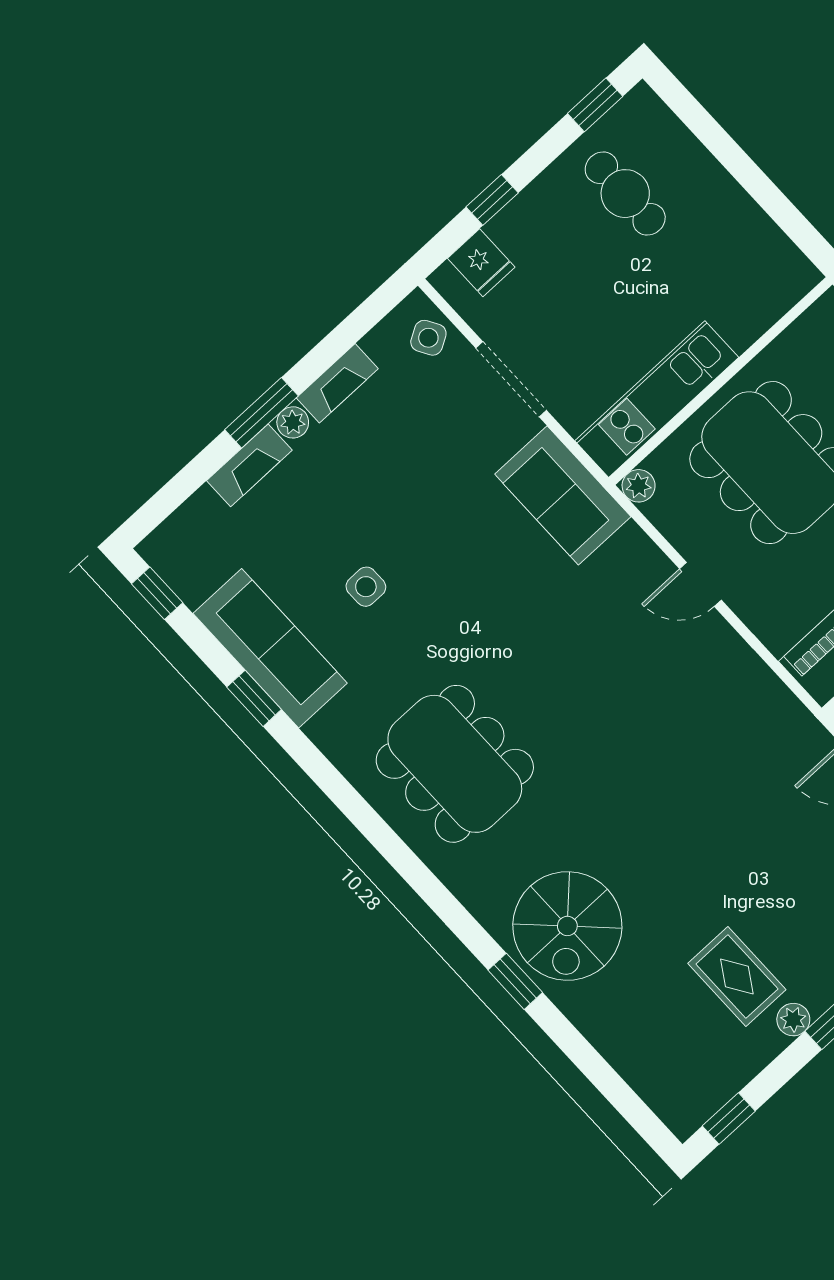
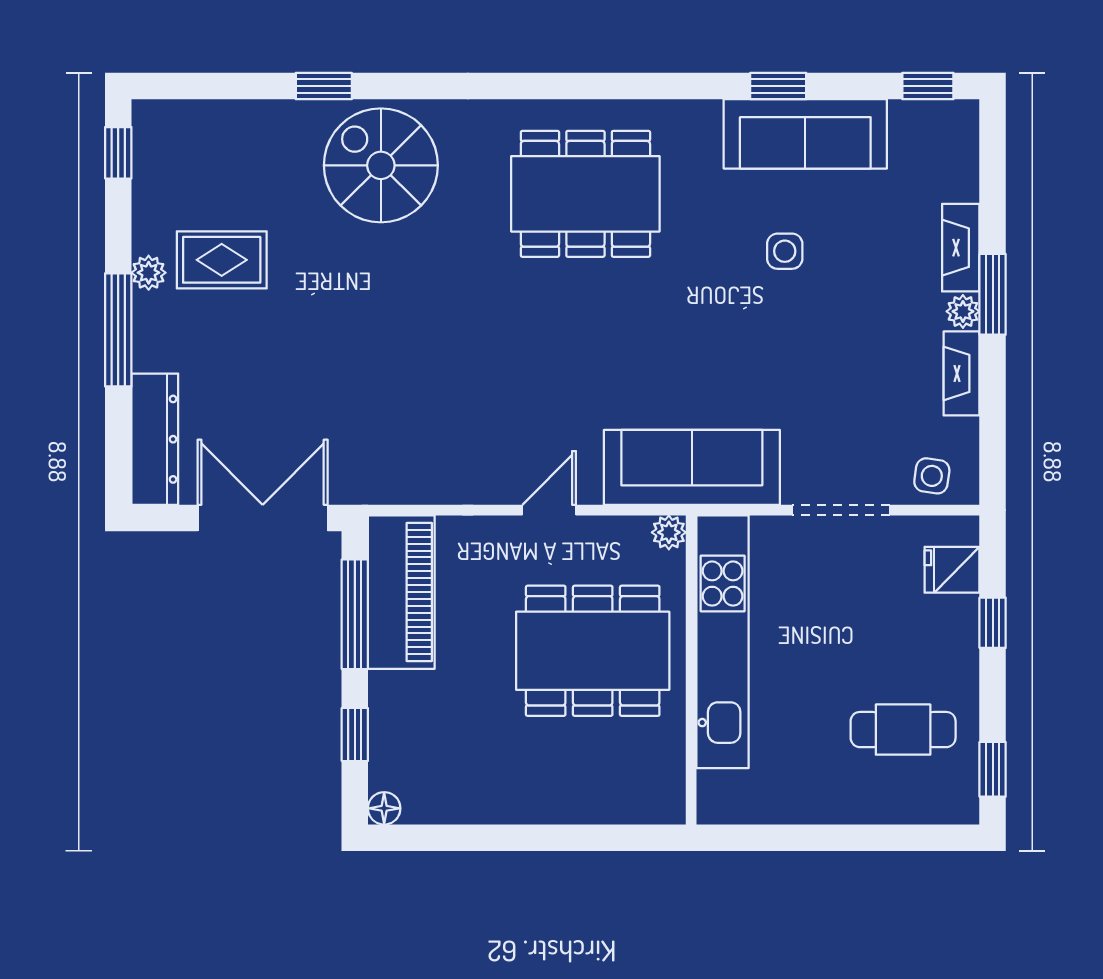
side table: (428, 338) -> (932, 476), turned 38
kitchen unit: (657, 399) -> (723, 642), width x1.36
sofa: (563, 495) -> (692, 467), width x1.36
window: (515, 981) -> (324, 86), moved

